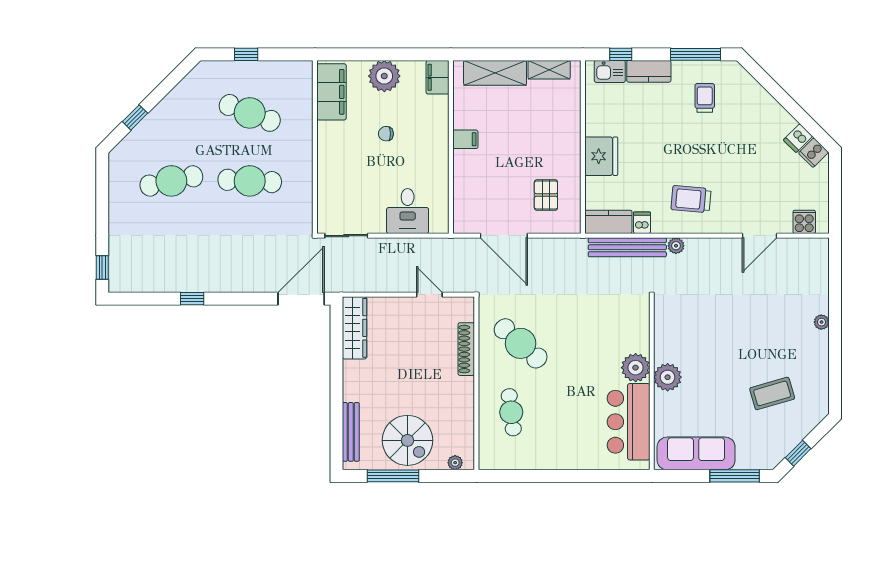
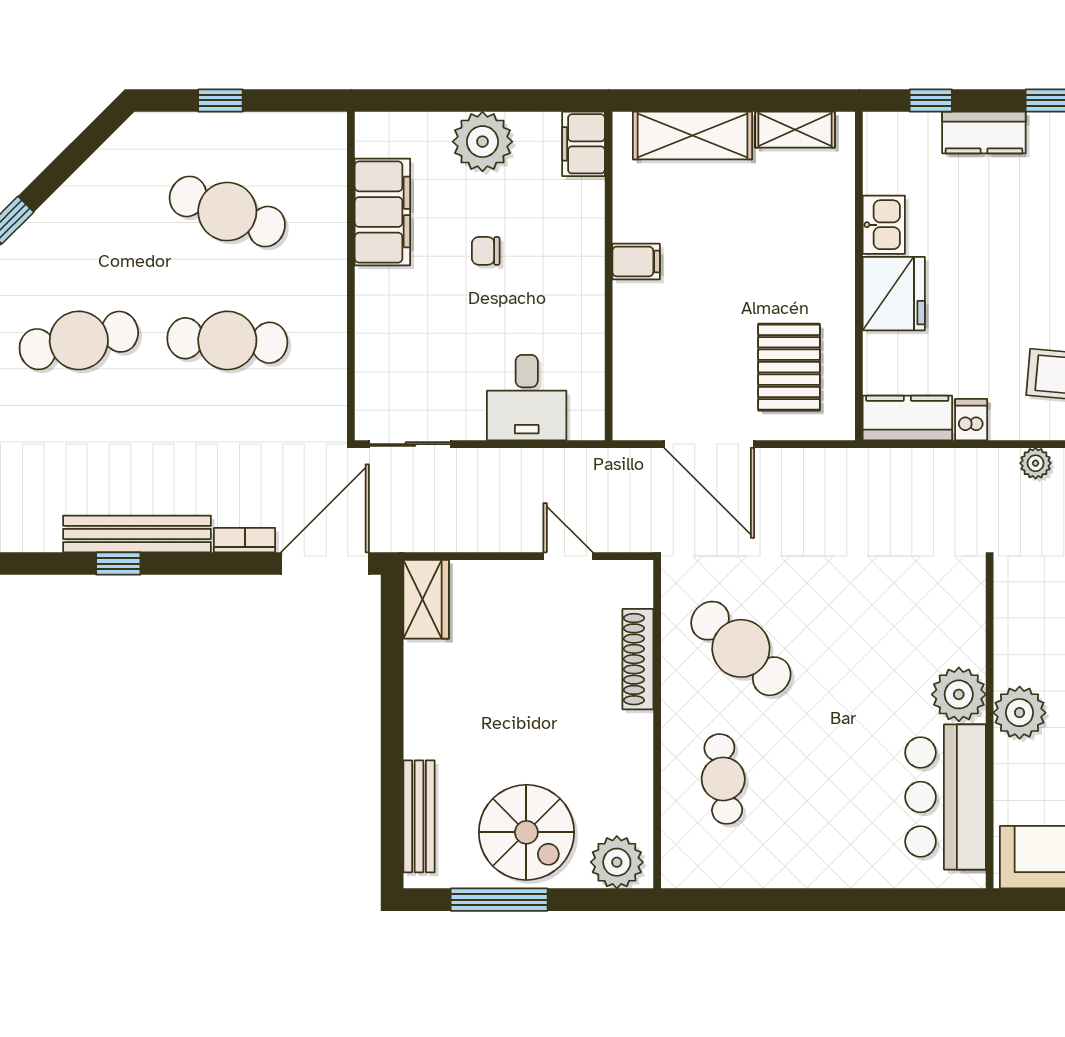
kitchen sink: (610, 71) -> (884, 225), moved, turned -90
filing cabinet: (332, 92) -> (382, 212), moved
pallet: (546, 195) -> (789, 367), width x1.50, depth x1.42
bench: (627, 247) -> (137, 534), moved
bookcase: (259, 286) -> (245, 540), added
wardrobe: (355, 328) -> (426, 599), width x0.67
plant: (455, 463) -> (617, 862), width x1.87, depth x1.87

